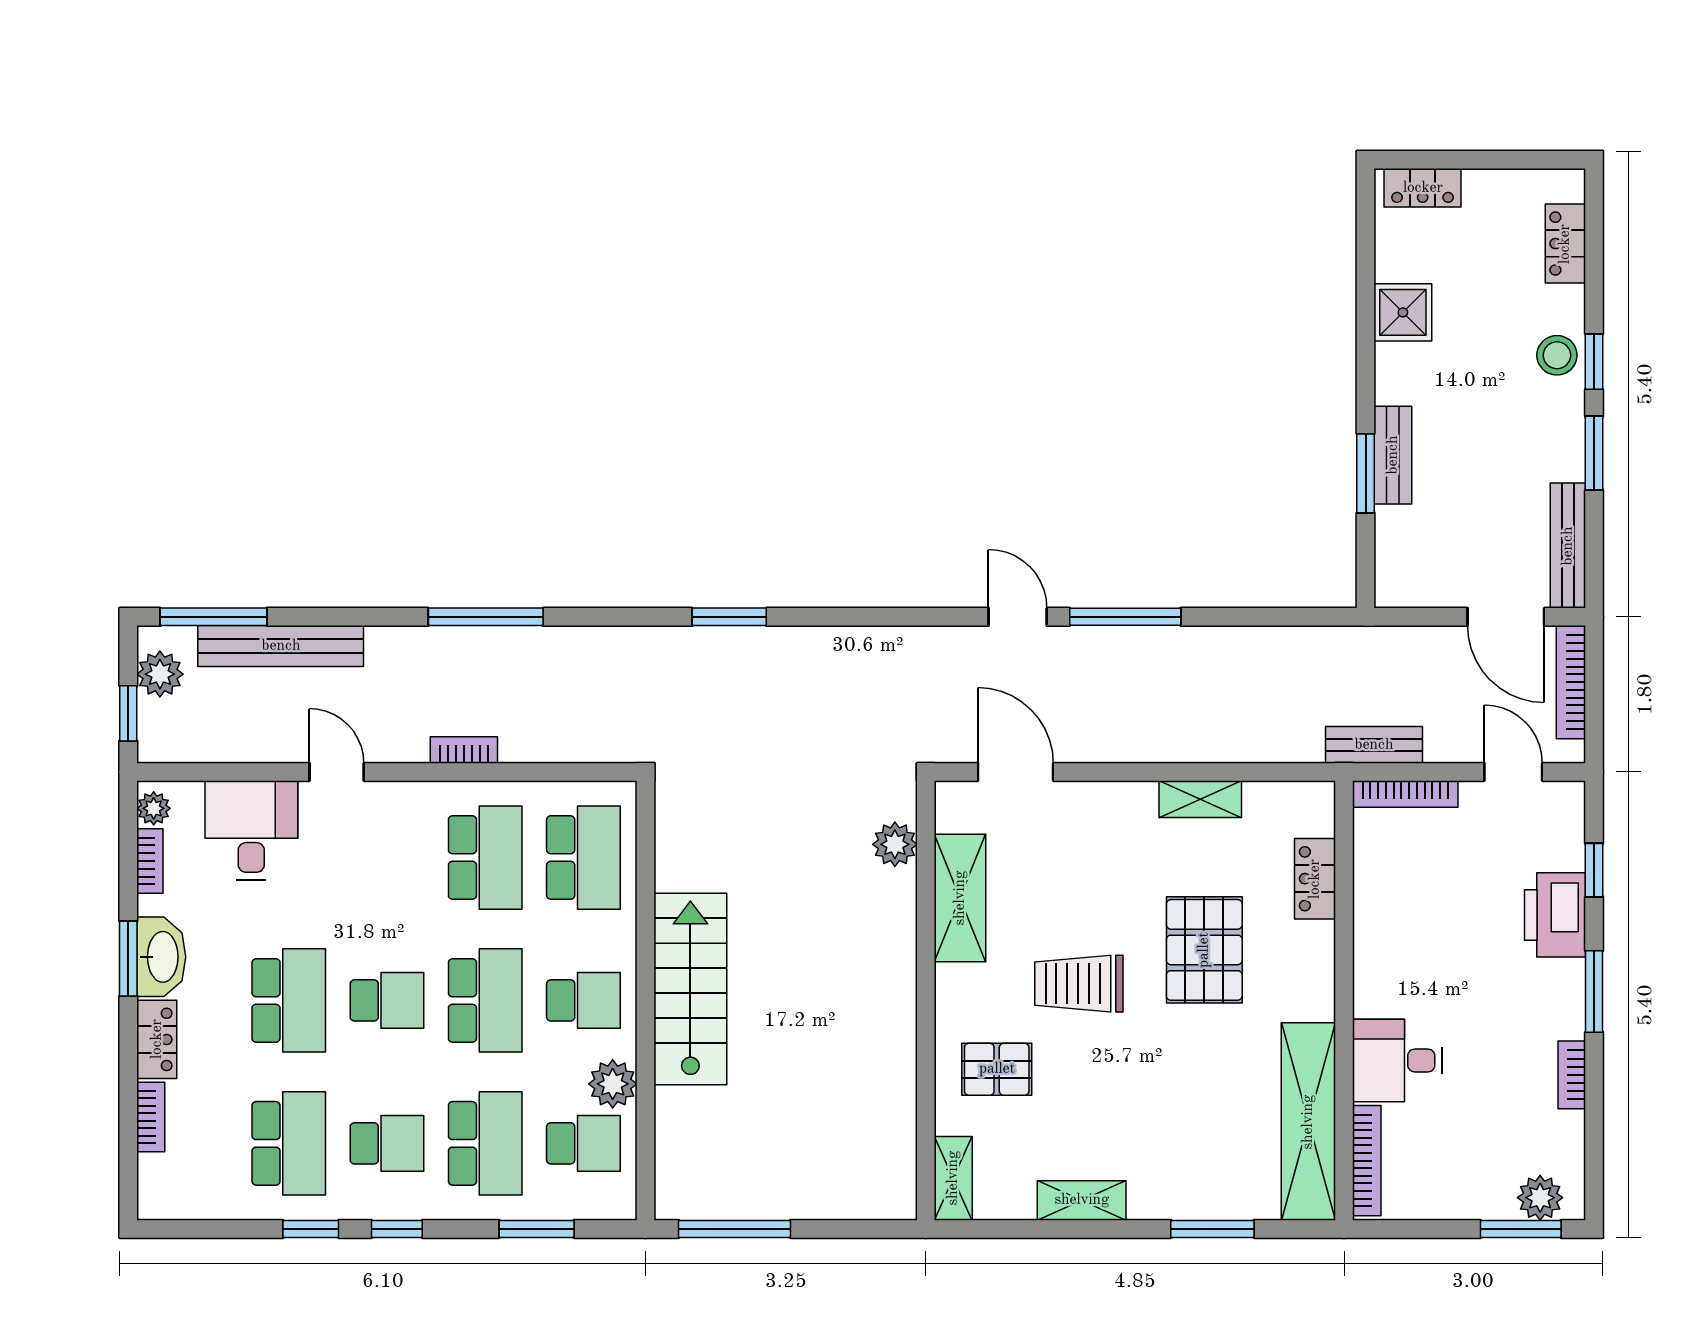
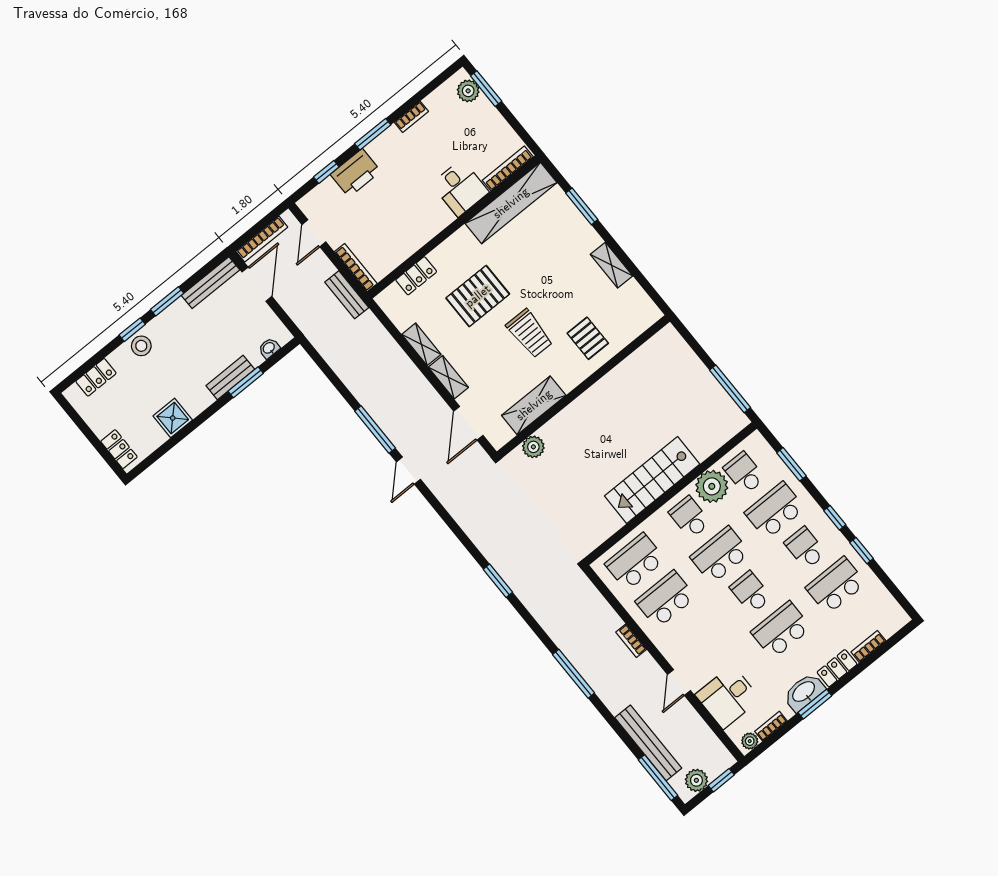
washbasin: (1390, 554) -> (269, 348), added
plant: (613, 1084) -> (712, 486), width x1.36, depth x1.36
shelving: (953, 1178) -> (448, 377), moved, turned 90

